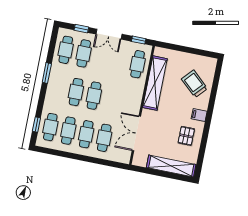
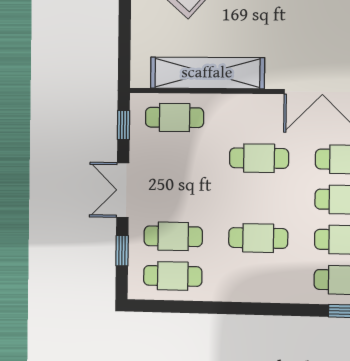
double door: (109, 34) -> (123, 190), swing flipped
window: (47, 73) -> (229, 308), removed
cafe table: (94, 96) -> (259, 158), moved

